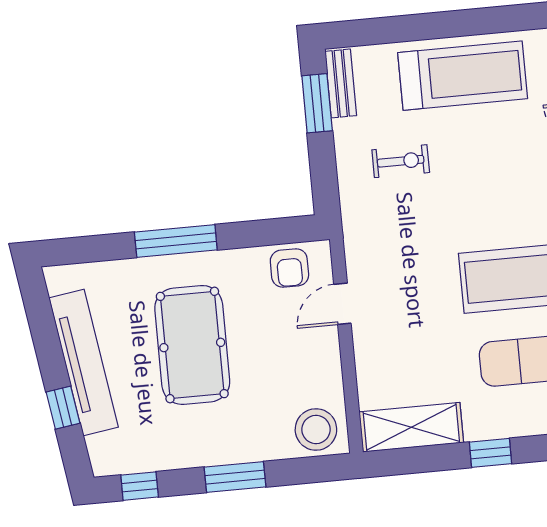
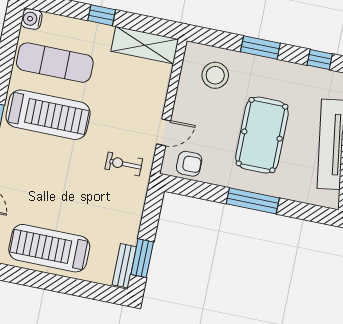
exercise bike: (401, 161) -> (124, 164), moved
armchair: (289, 268) -> (189, 164), turned 90
stool: (316, 429) -> (215, 75), moved

